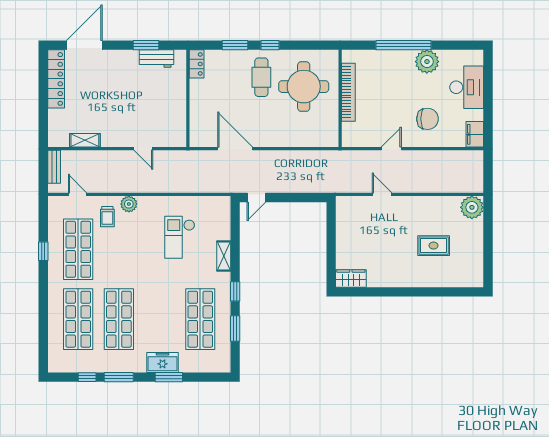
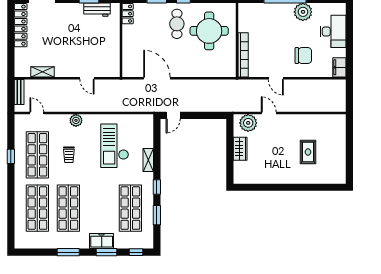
bookcase: (348, 92) -> (243, 55), moved
door: (391, 149) -> (276, 78), swing flipped
plant: (472, 207) -> (248, 123), moved
trolley: (107, 217) -> (69, 155), moved
checkout: (180, 237) -> (115, 146), width x1.36, depth x1.21
rug: (434, 246) -> (308, 152), turned 90
wardrobe: (351, 278) -> (240, 149), moved, turned 90
window: (87, 377) -> (136, 252), moved

